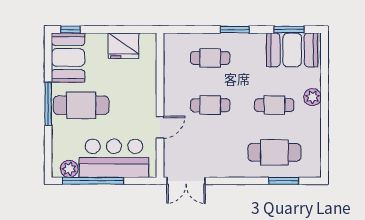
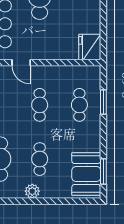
window: (235, 30) -> (103, 102), moved
fridge: (124, 46) -> (90, 47), moved
plant: (313, 97) -> (32, 191), moved

